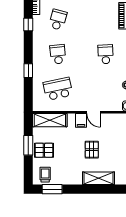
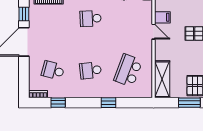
school desk: (58, 89) -> (128, 70), turned 33
door: (94, 112) -> (154, 32), hinge flipped
filing cabinet: (81, 120) -> (162, 17), moved

